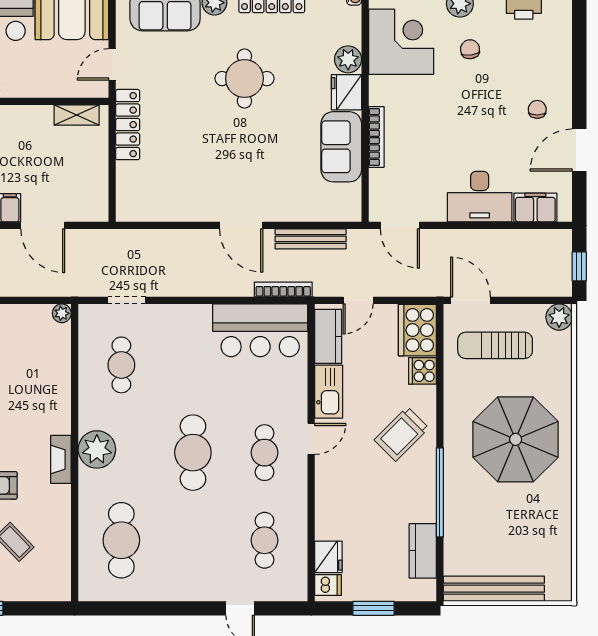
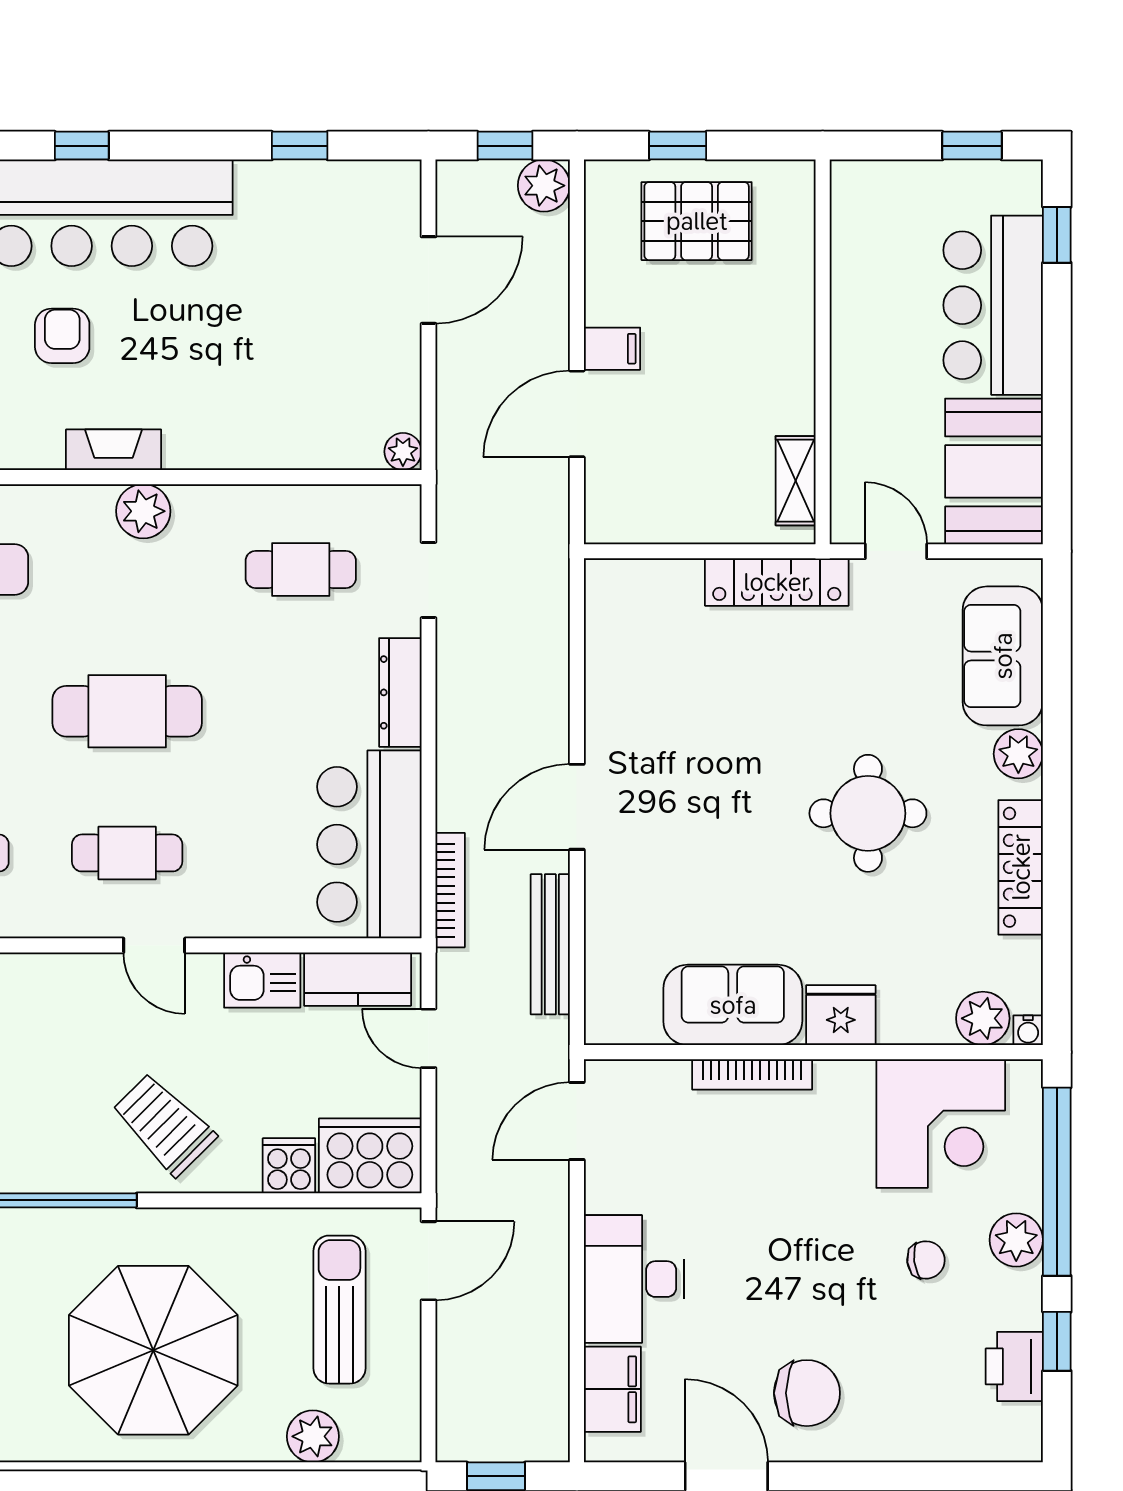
plant: (348, 59) -> (983, 1018), moved
chair: (537, 109) -> (807, 1393), width x1.87, depth x1.87
dresser: (183, 315) -> (400, 692), added
plant: (559, 317) -> (313, 1436), moved
kitchen sink: (329, 392) -> (262, 980), width x0.73
plant: (97, 449) -> (143, 511), width x0.73, depth x0.73

